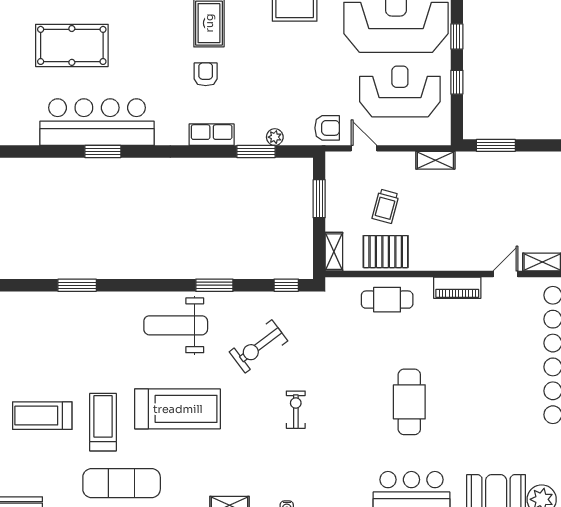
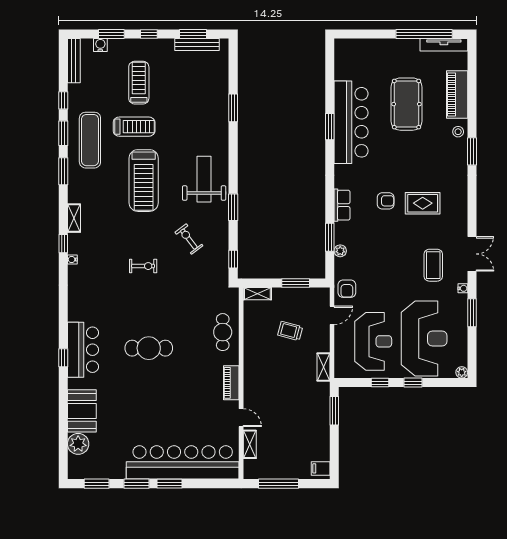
pallet: (386, 252) -> (257, 331), removed
exercise bike: (259, 346) -> (189, 239), width x0.73, depth x0.72

